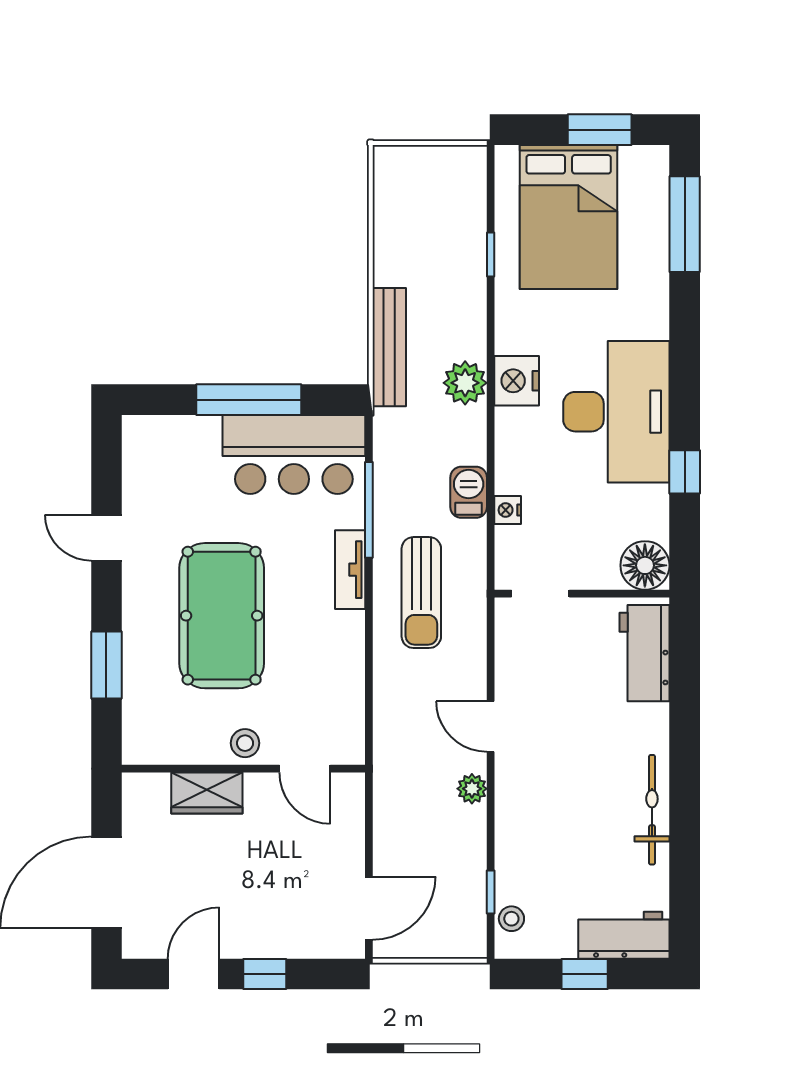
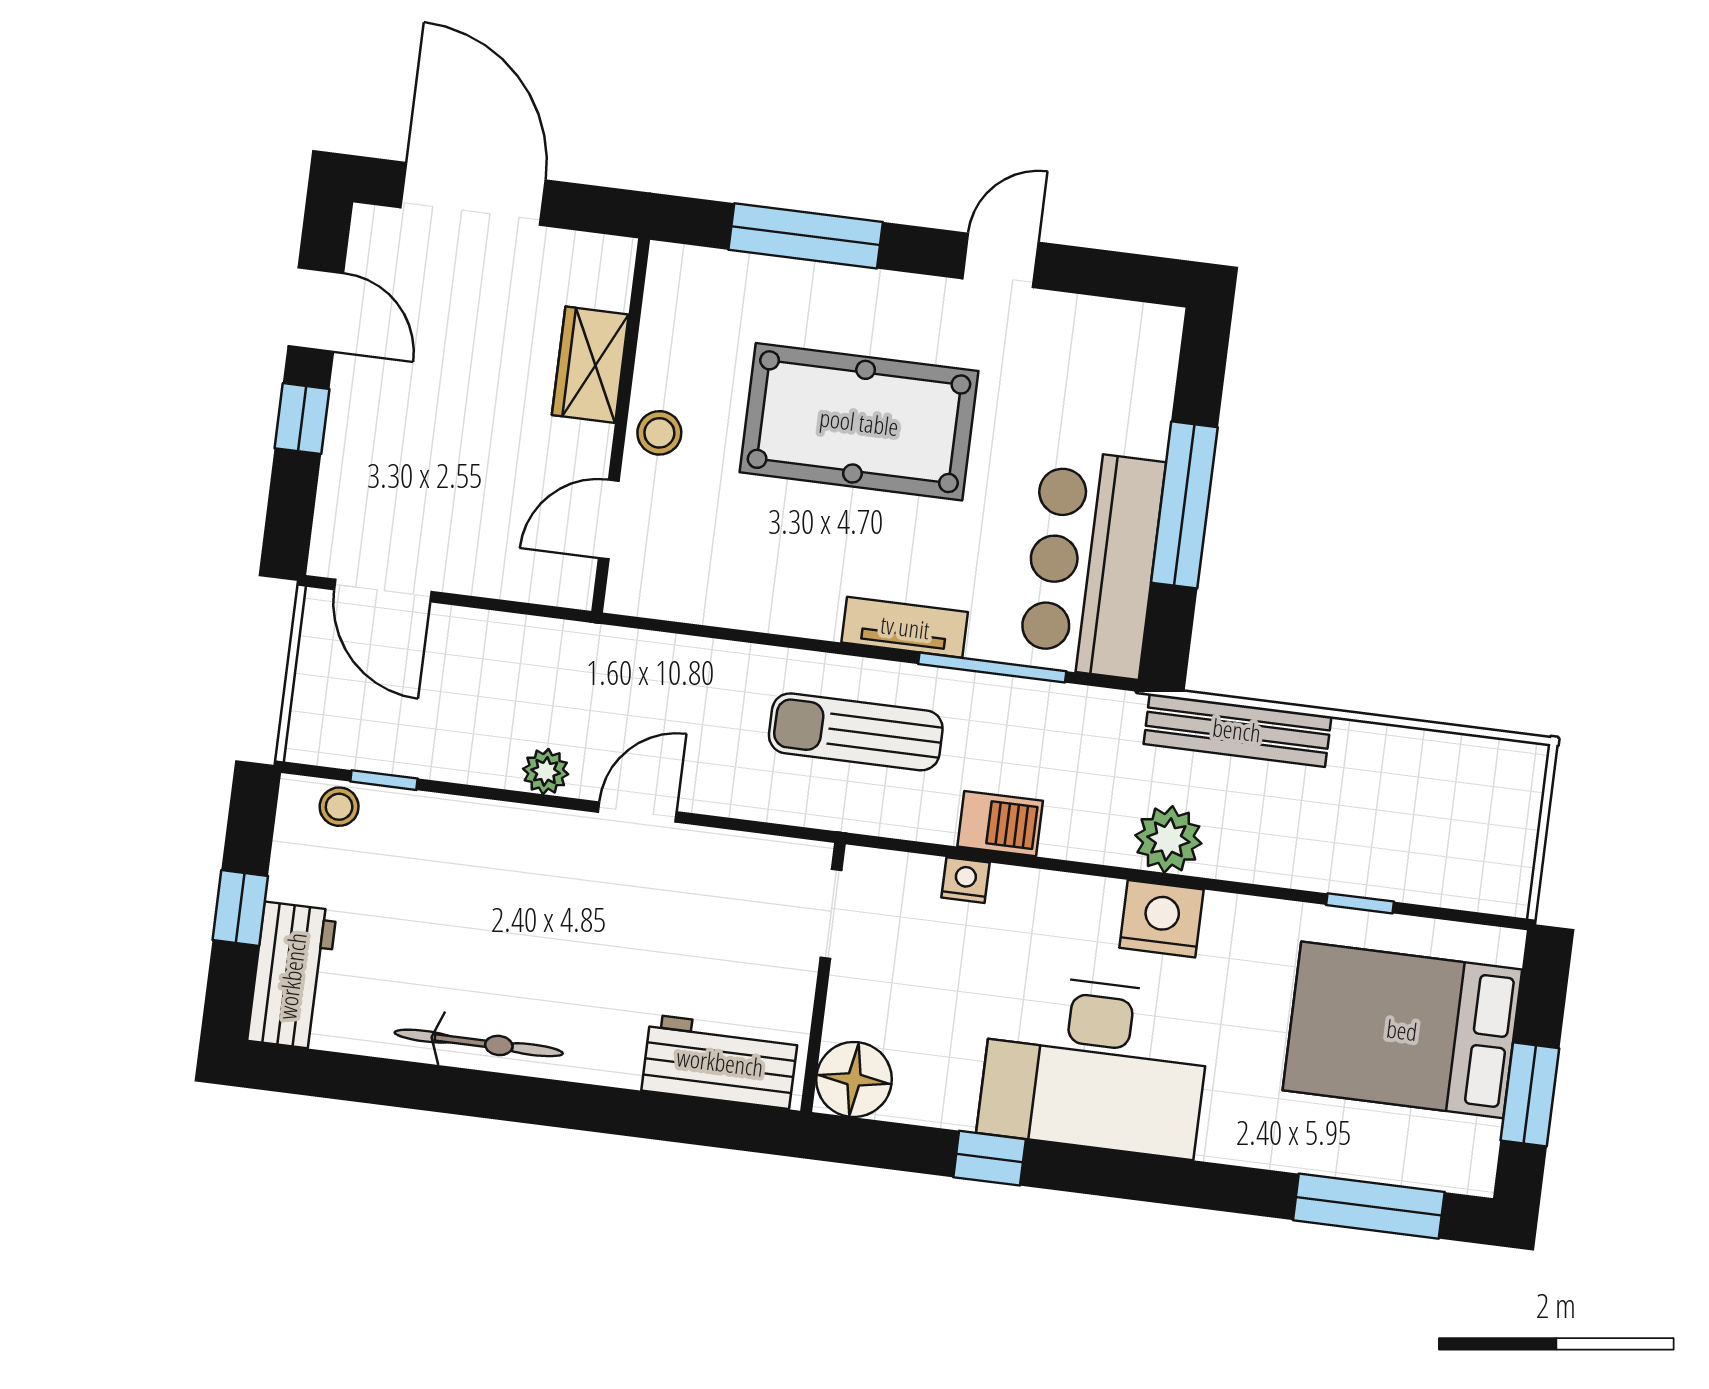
window: (106, 665) -> (806, 236), width x1.44

